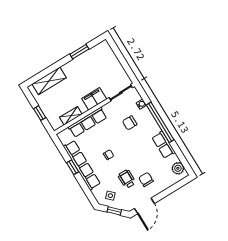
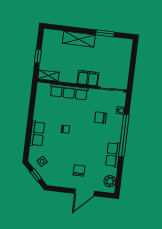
shelving: (49, 81) -> (79, 39), moved
shelving: (71, 116) -> (48, 76), moved
row of seats: (82, 165) -> (37, 134), width x0.50
window: (73, 167) -> (31, 117), removed
wheelchair: (127, 179) -> (65, 159), removed
door: (144, 206) -> (85, 192), moved

